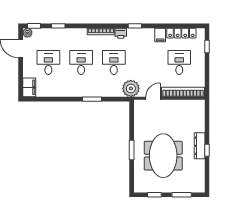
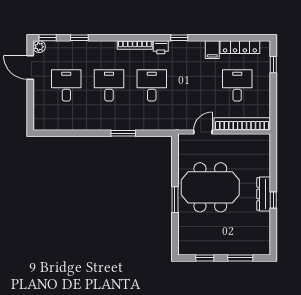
filing cabinet: (29, 87) -> (41, 118), removed
plant: (131, 88) -> (174, 119), removed
meeting table: (163, 156) -> (210, 187), moved, turned 90

